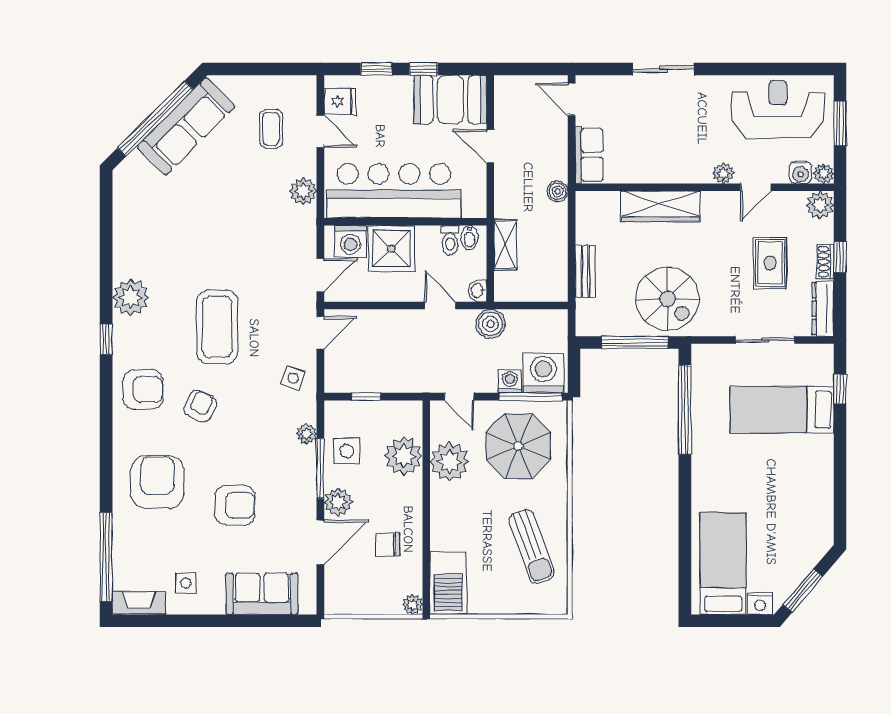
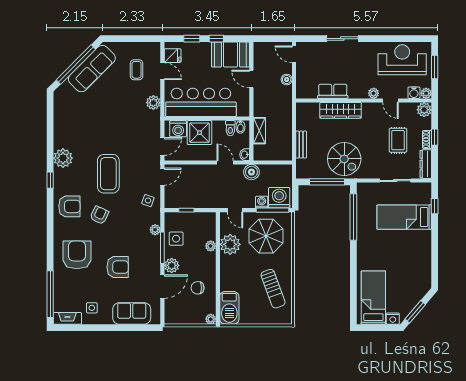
row of seats: (589, 155) -> (333, 91), moved, turned -90
door: (756, 187) -> (390, 100), hinge flipped
boiler: (558, 191) -> (287, 79), moved
plant: (404, 456) -> (211, 246), width x0.53, depth x0.53

